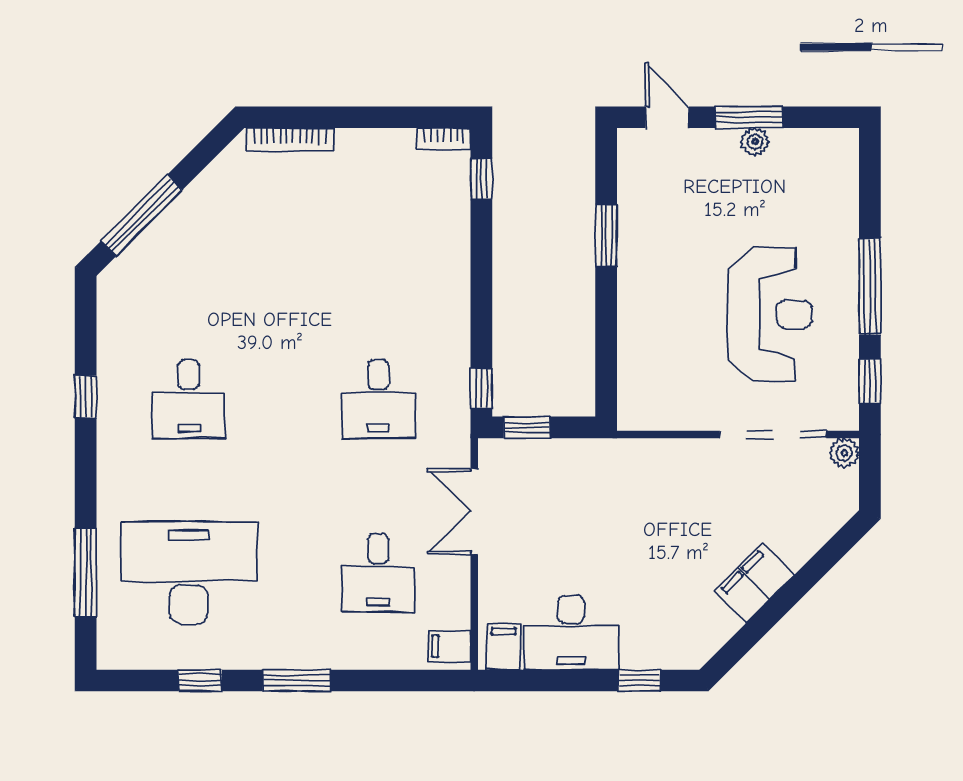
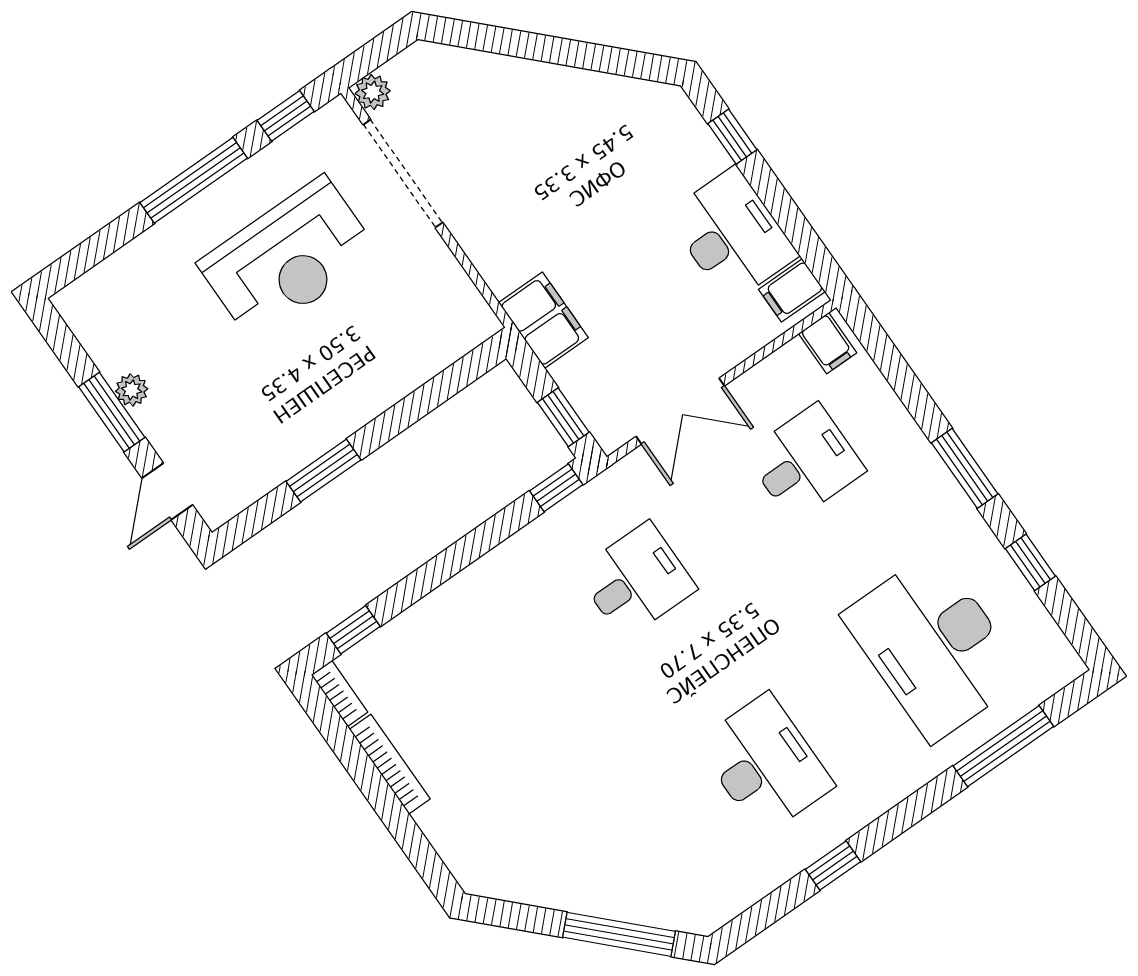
bookcase: (290, 139) -> (390, 764), moved
reception desk: (770, 314) -> (288, 258), turned 180
desk: (189, 399) -> (765, 764), width x1.37
filing cabinet: (754, 583) -> (543, 320), moved, turned -135

